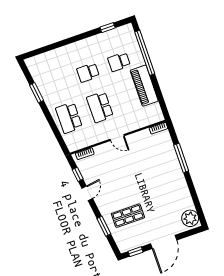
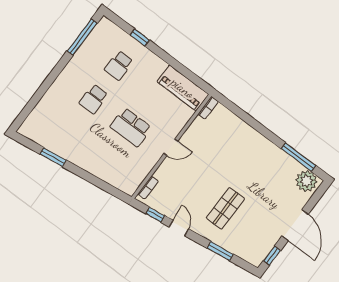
window: (108, 28) -> (82, 37), width x2.17
window: (145, 53) -> (140, 37), width x0.32
piano: (144, 86) -> (183, 88), moved
school desk: (69, 118) -> (106, 161), removed
window: (181, 158) -> (298, 157), moved
shop shelf: (128, 216) -> (225, 208), moved

